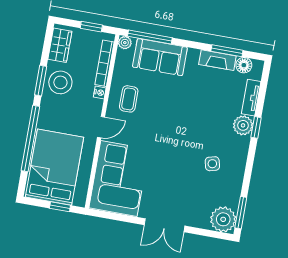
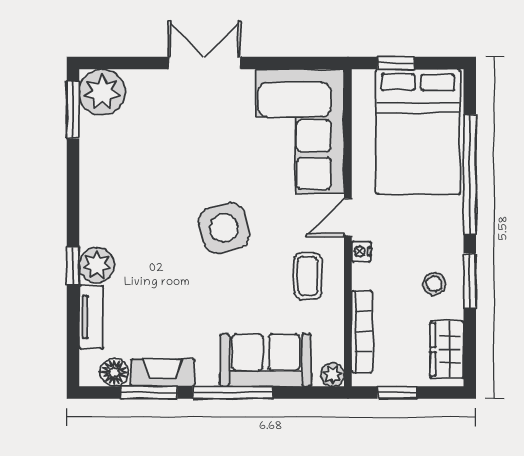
window: (150, 37) -> (233, 393), moved
stool: (60, 82) -> (434, 284), width x0.53, depth x0.53
nightstand: (100, 93) -> (361, 251), moved
side table: (212, 164) -> (224, 228), moved, width x1.87, depth x1.87

